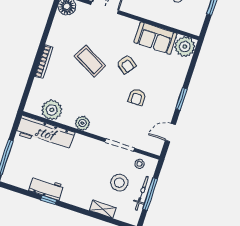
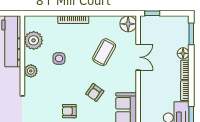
coffee table: (90, 61) -> (104, 52), moved
side table: (79, 90) -> (59, 58), added

